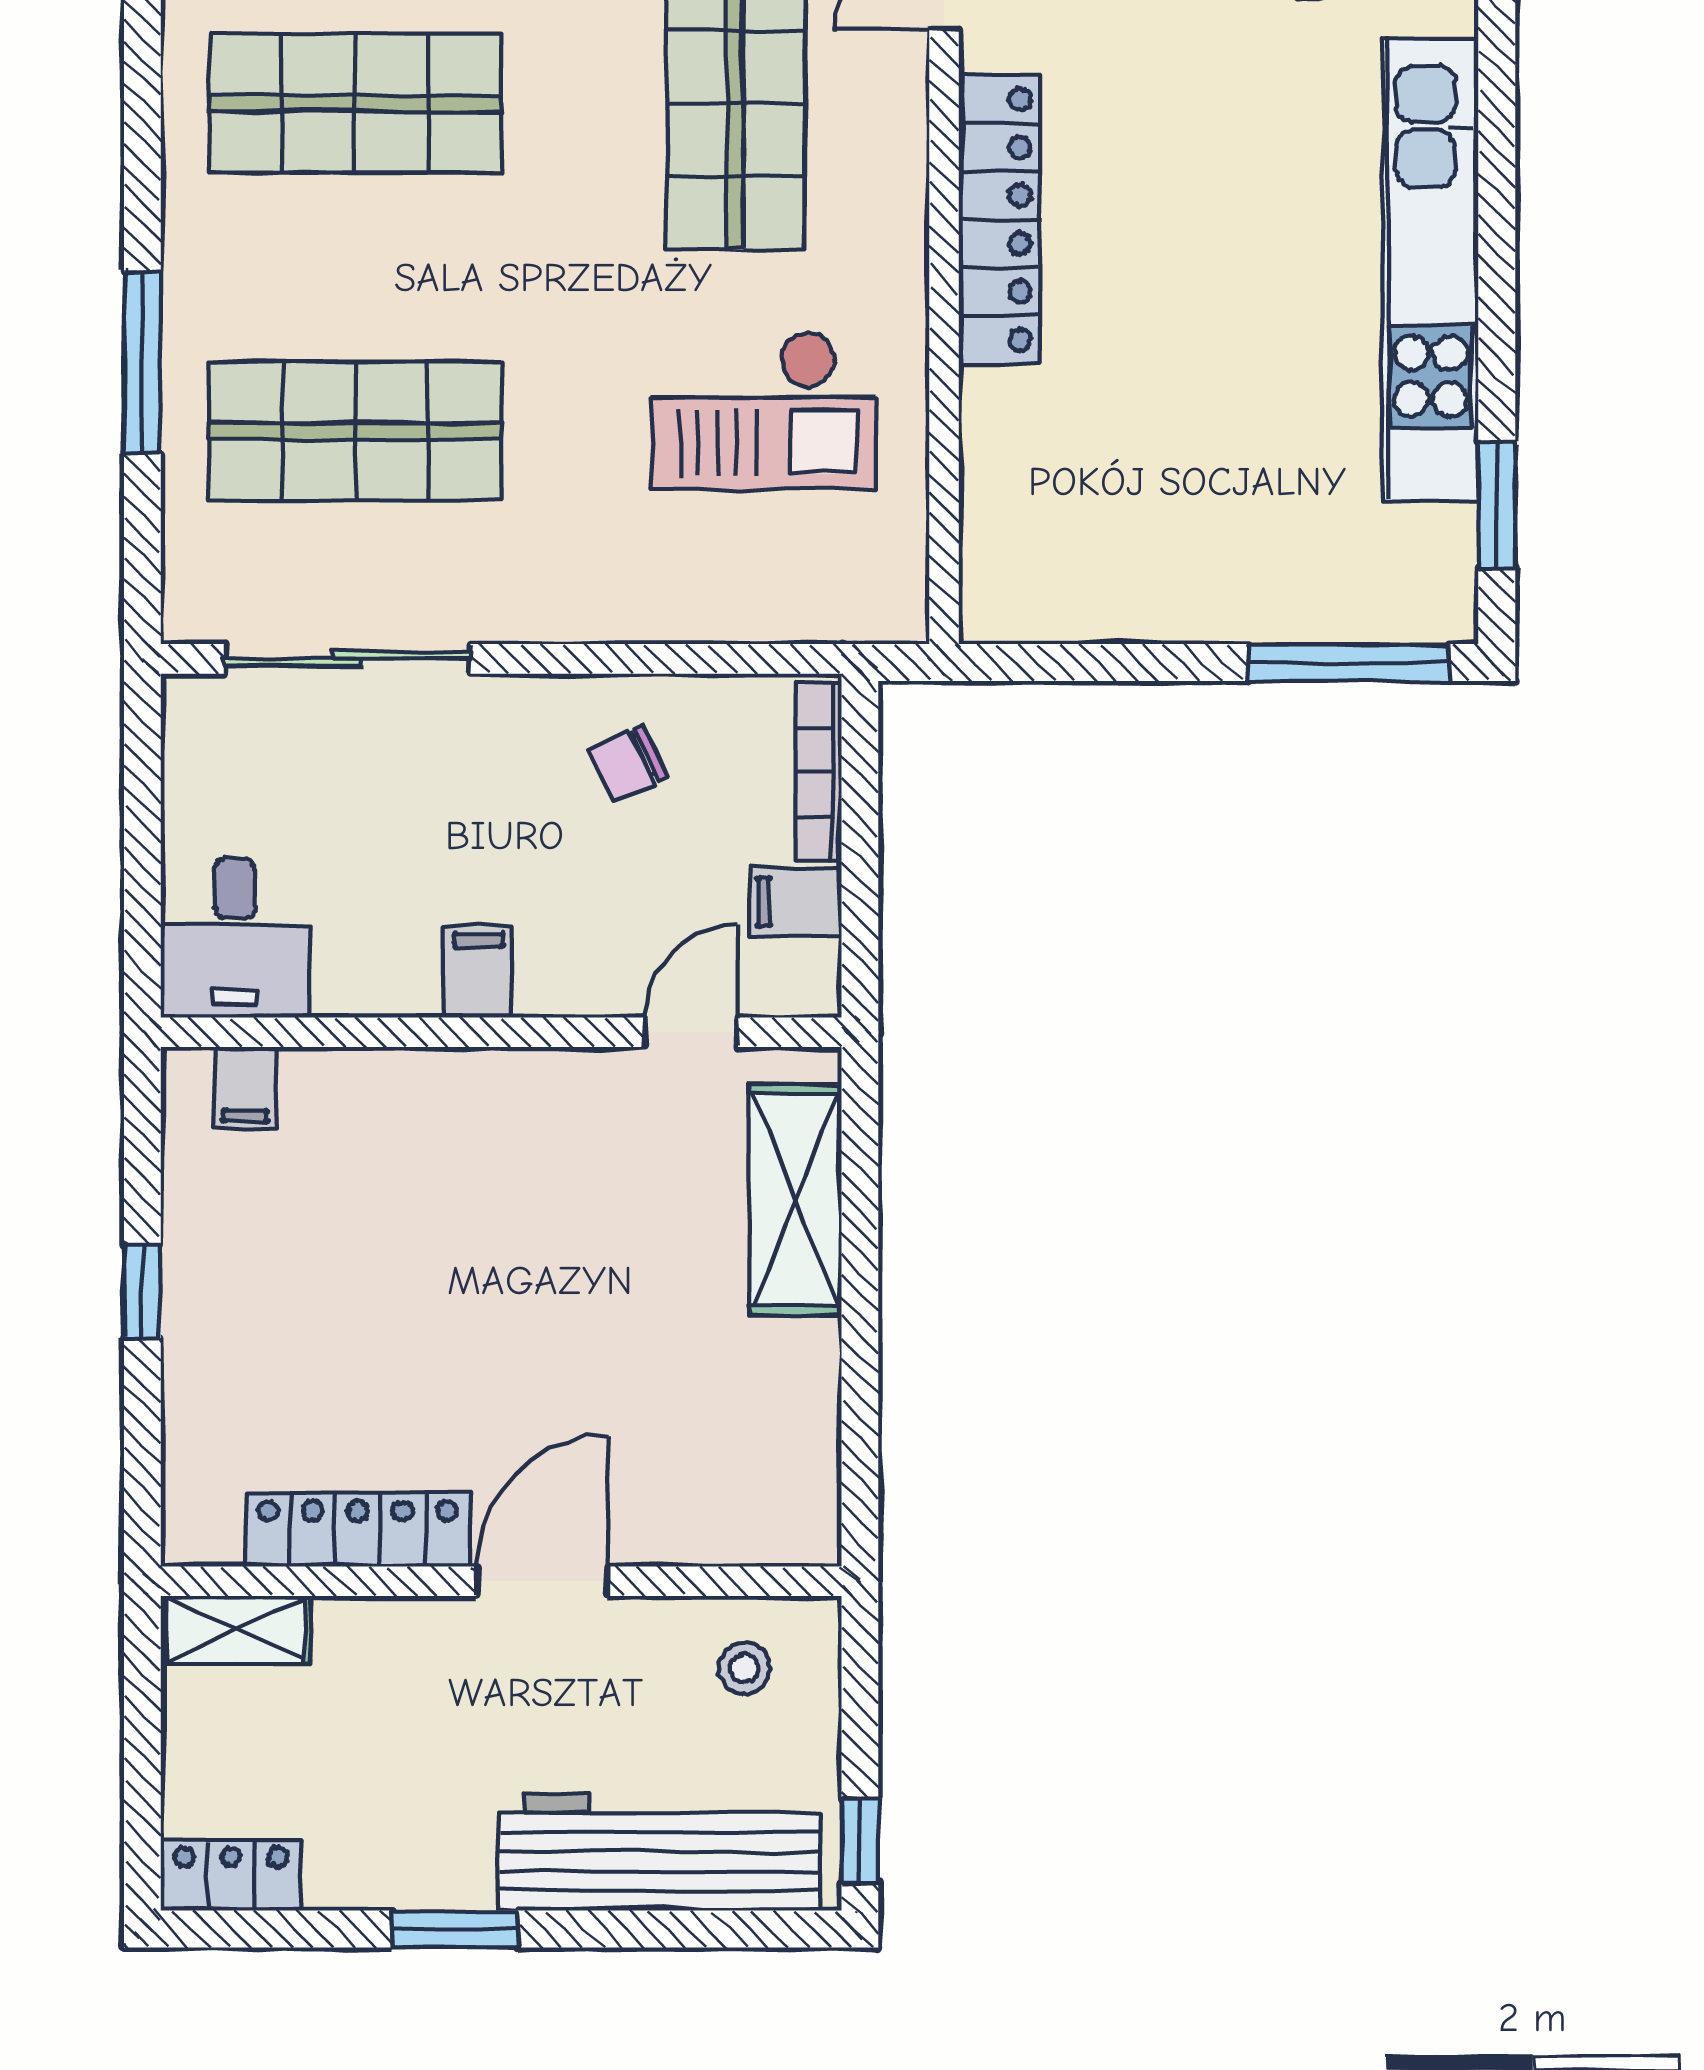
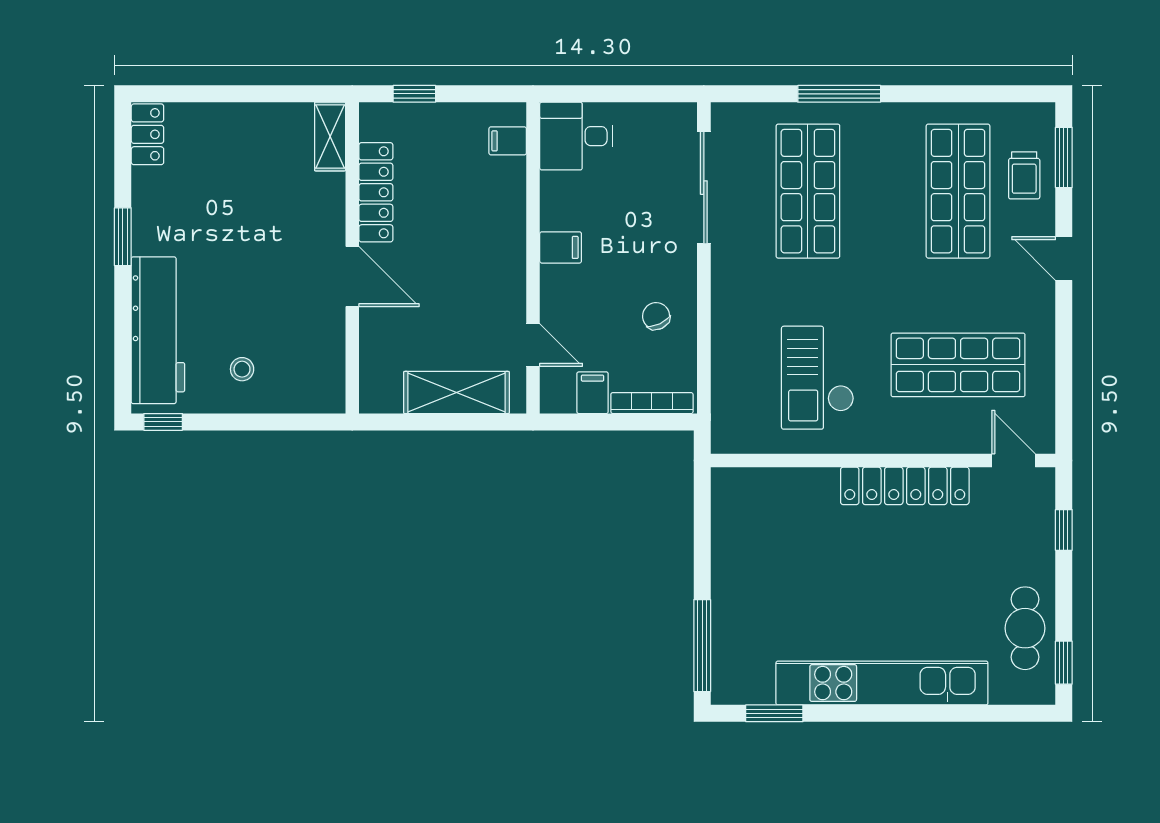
locker: (358, 1530) -> (376, 192), moved
wall: (501, 1581) -> (352, 258), moved
door: (542, 1581) -> (352, 277), moved
shelving: (236, 1630) -> (330, 137), moved

